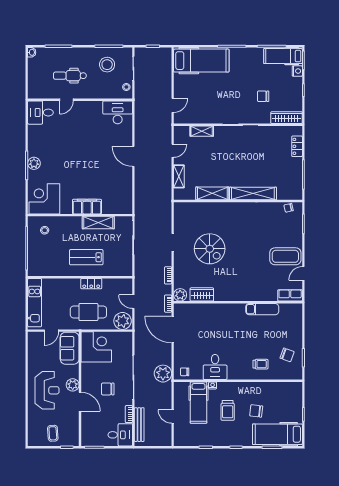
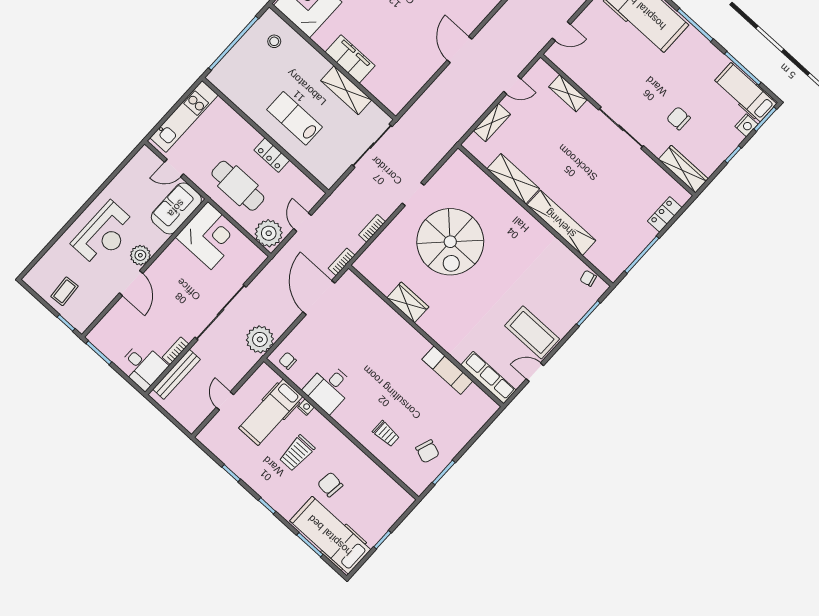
spiral stairs: (210, 249) -> (450, 242), width x1.37, depth x1.37
wardrobe: (202, 294) -> (408, 302), moved
plant: (180, 295) -> (365, 264), removed
row of seats: (290, 295) -> (488, 378), width x1.48
chair: (108, 389) -> (178, 298), removed

